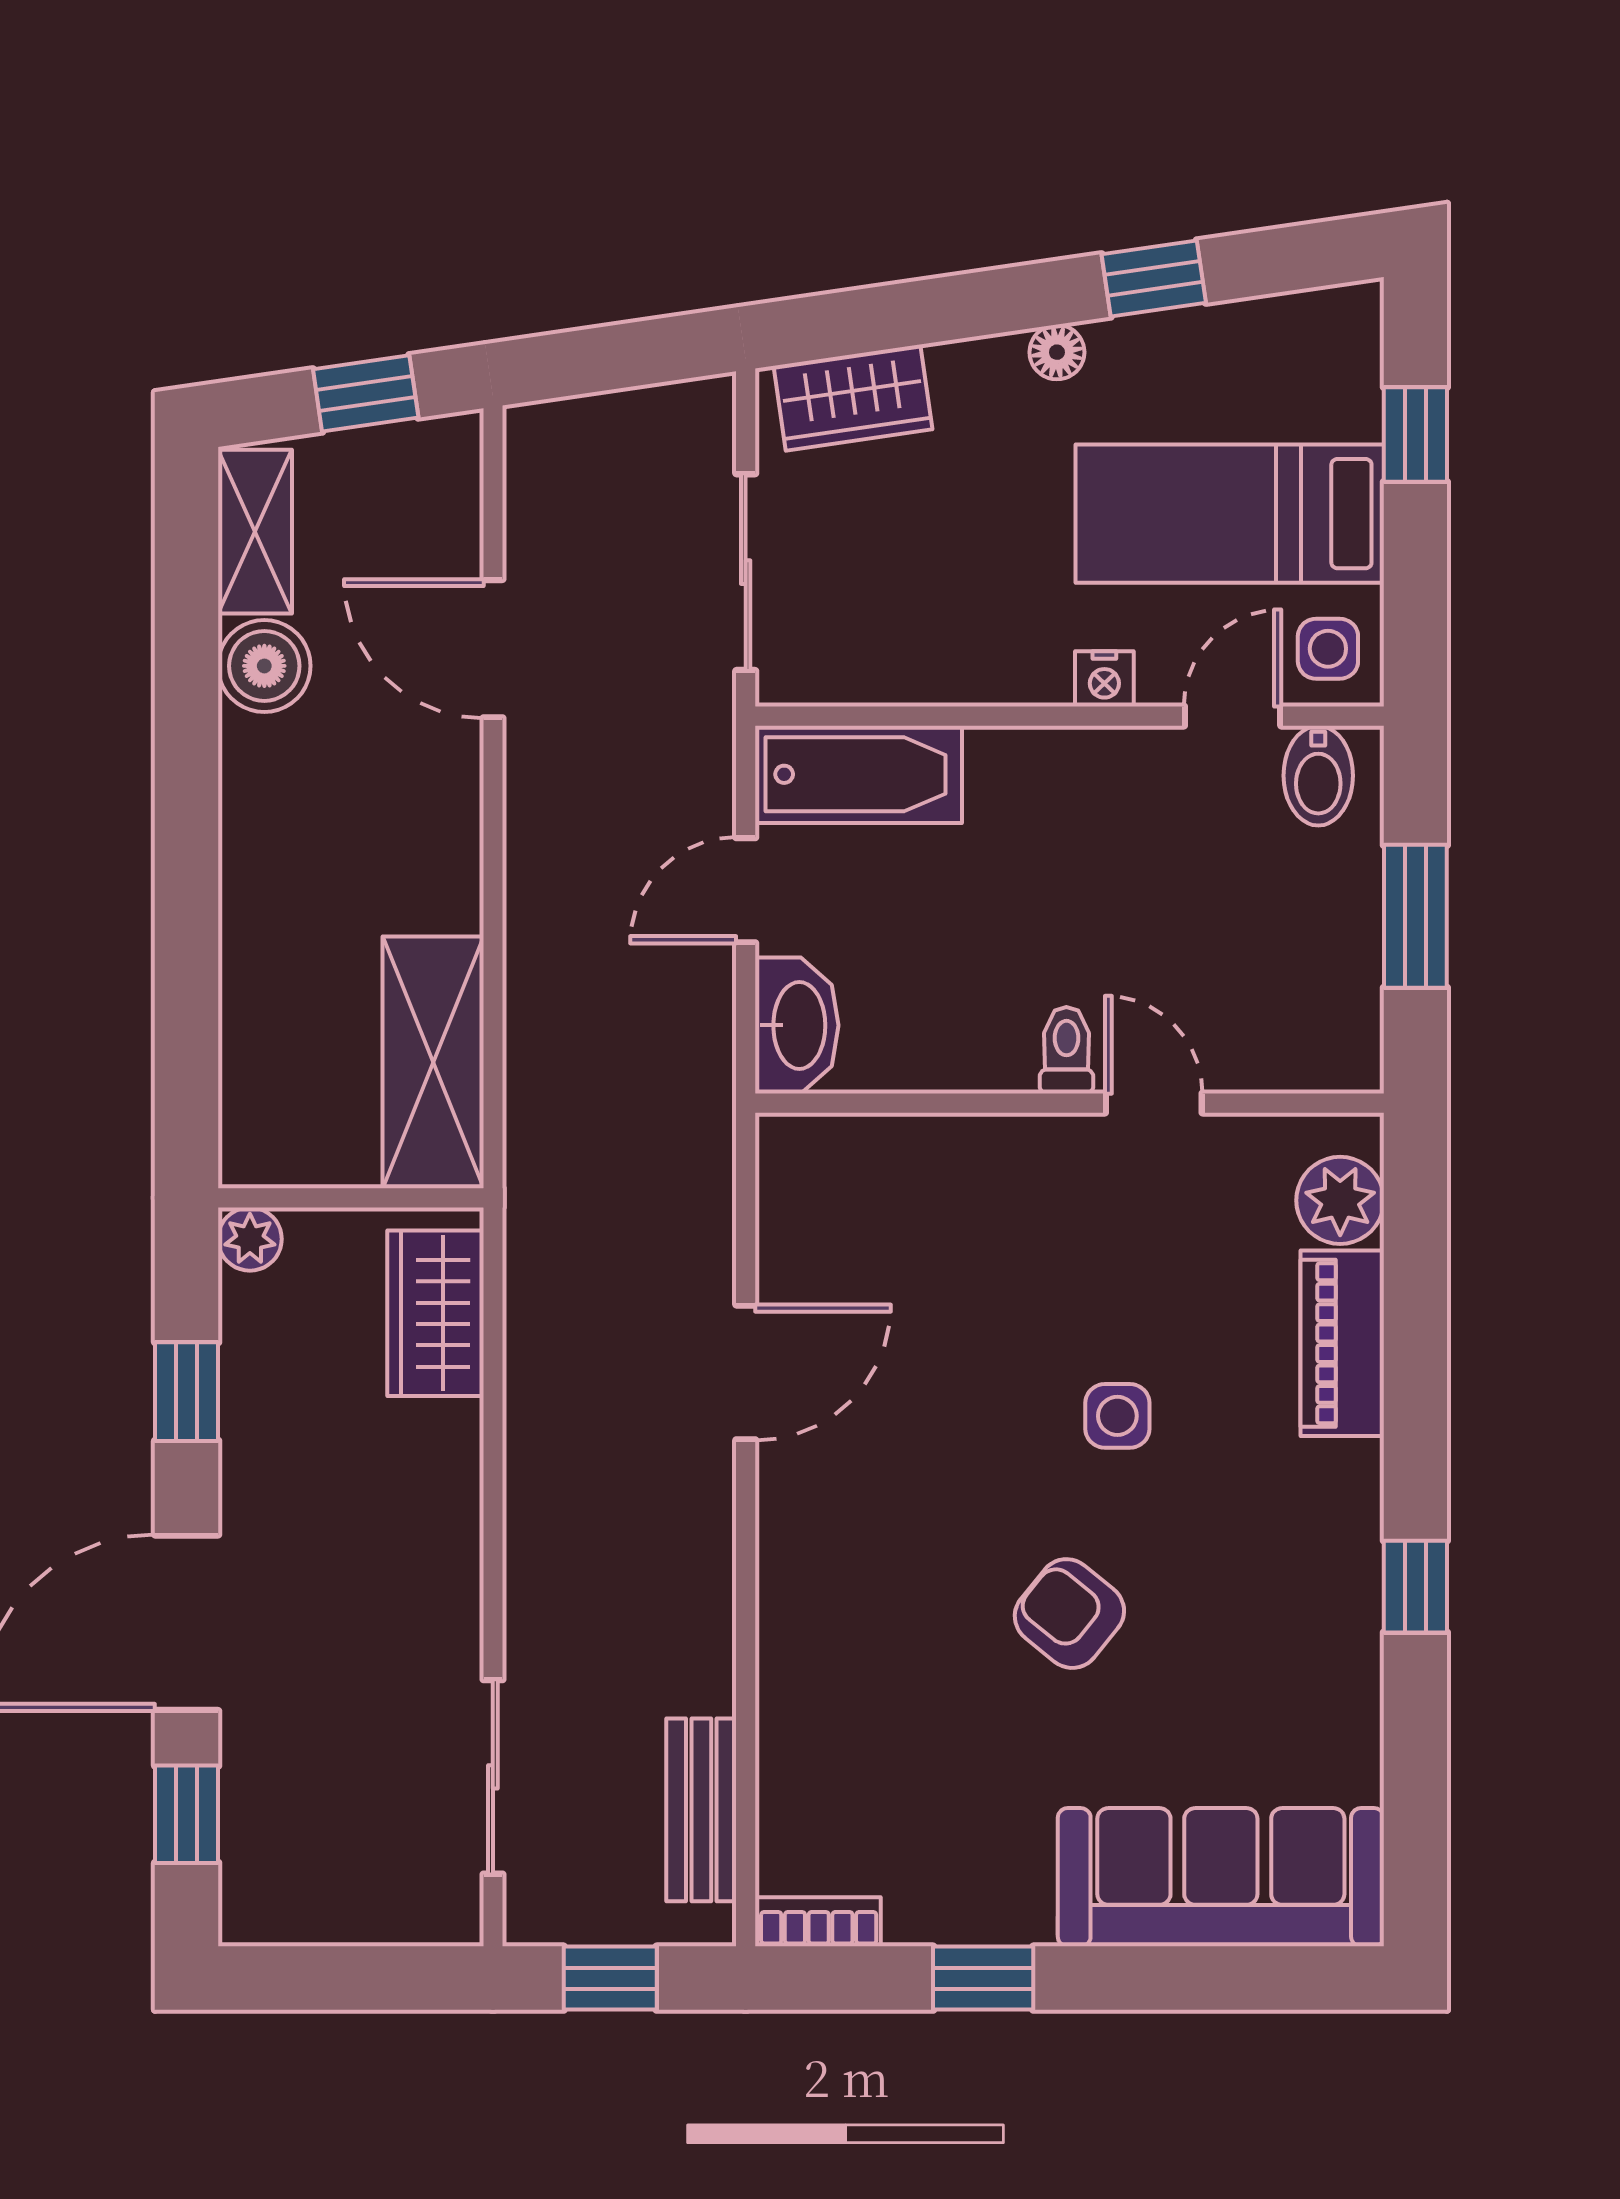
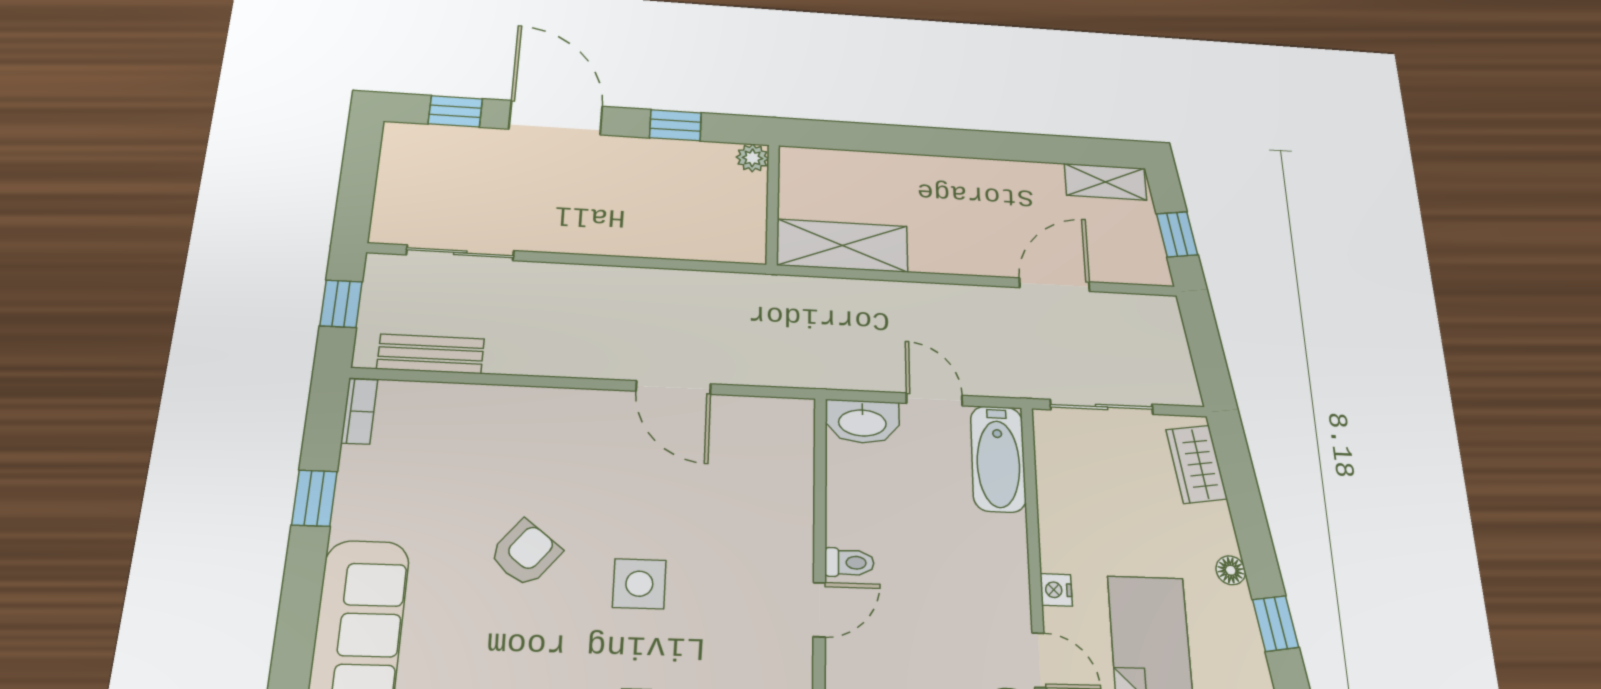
boiler: (264, 666) -> (1040, 182), removed
wardrobe: (435, 1313) -> (711, 239), removed
side table: (1117, 1416) -> (639, 584), width x1.37, depth x1.37

